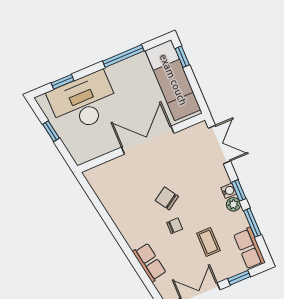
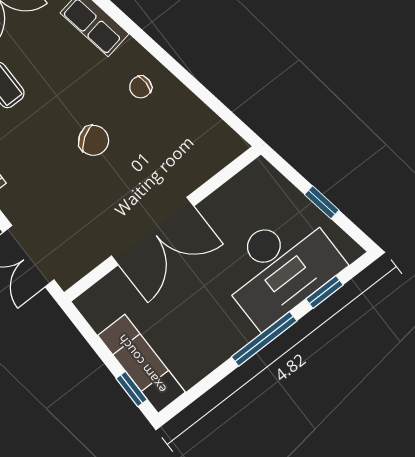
window: (123, 56) -> (264, 339), moved
exam couch: (173, 80) -> (142, 364), width x0.73, depth x0.69
chair: (175, 226) -> (141, 87), moved

